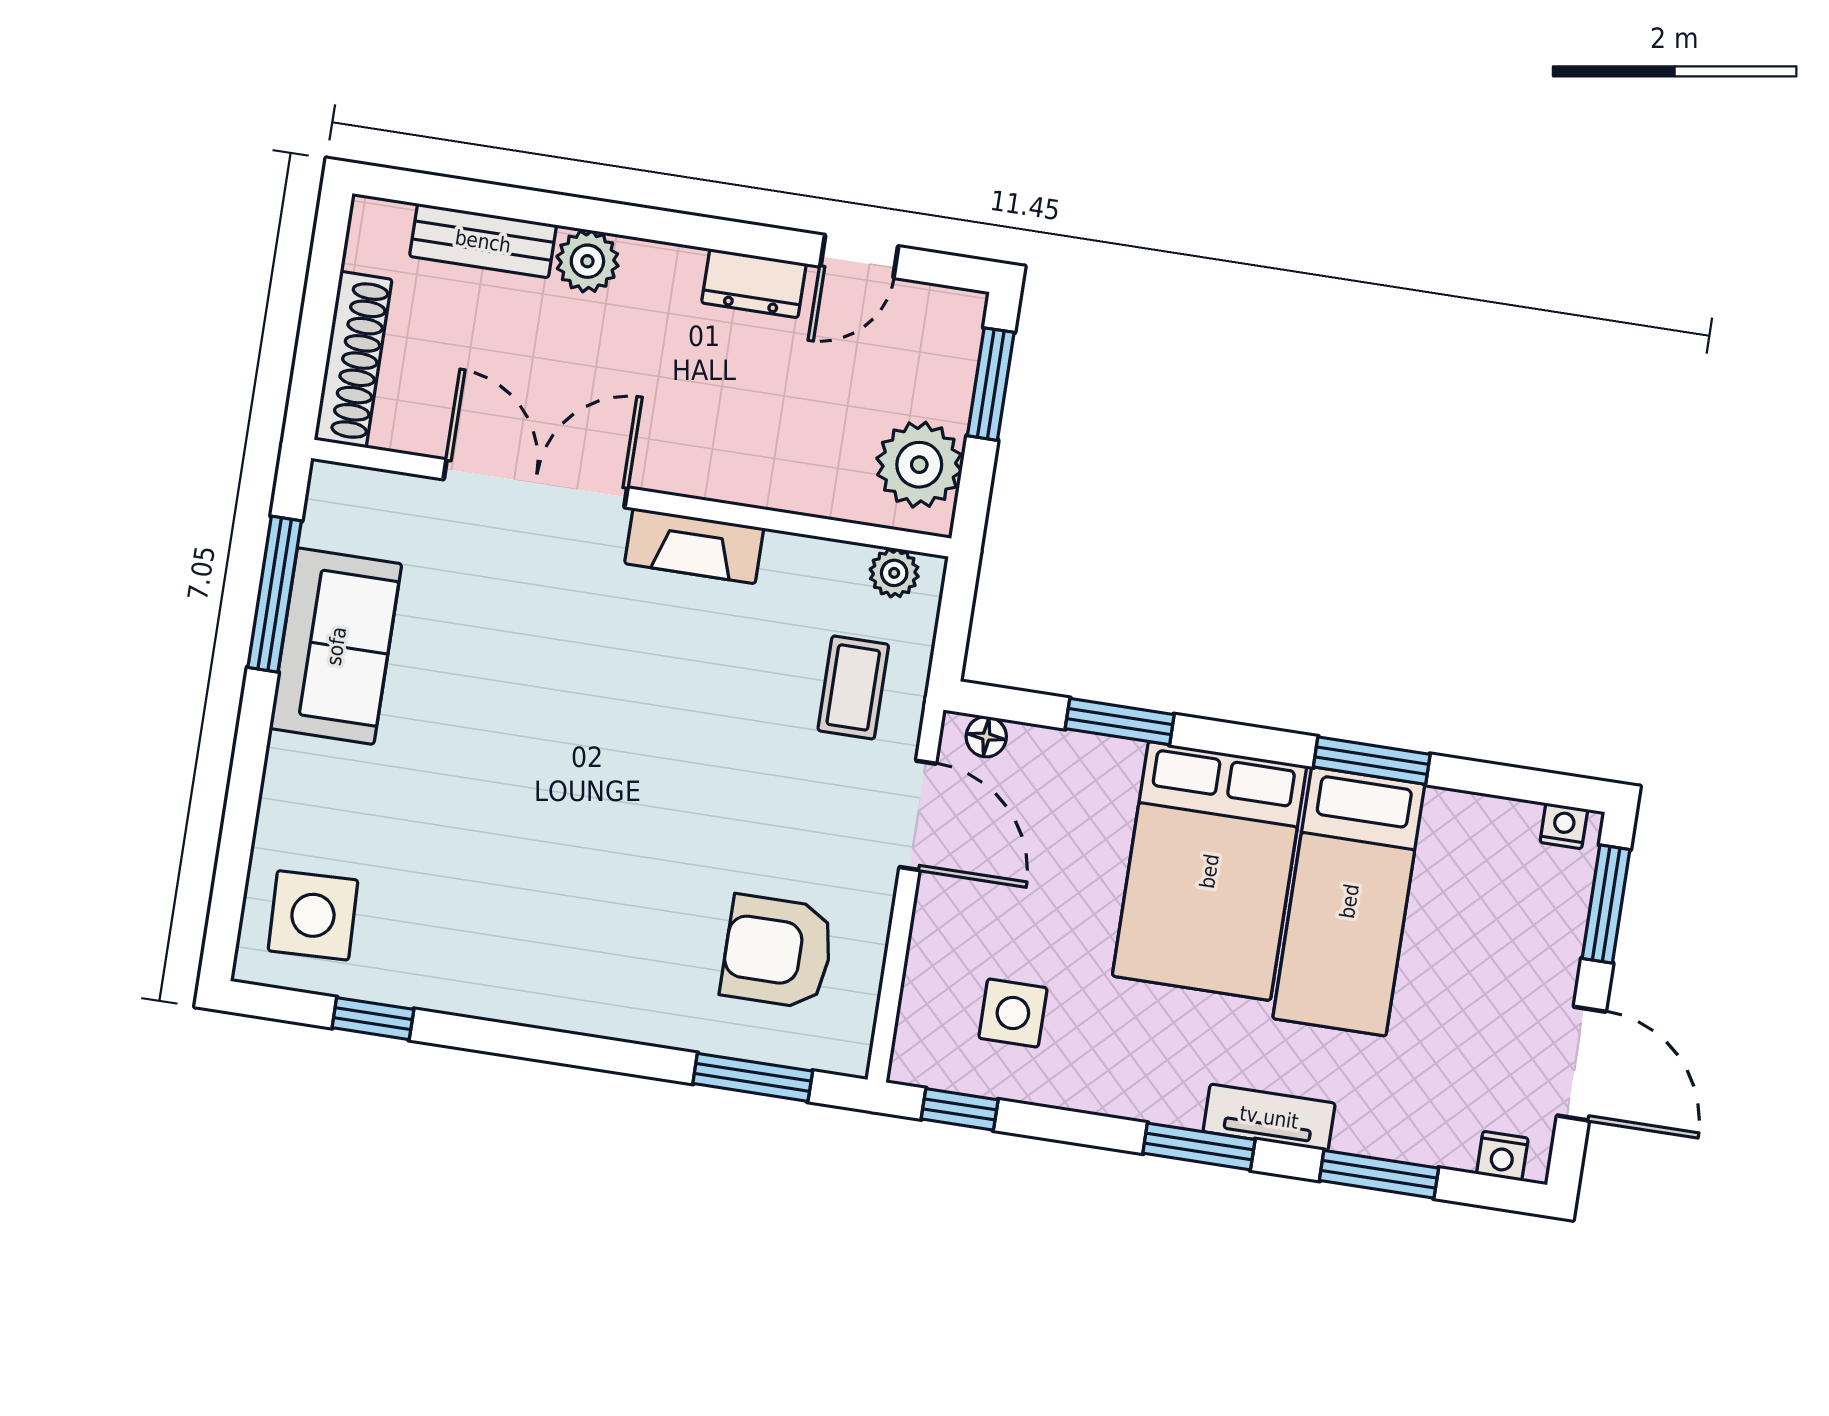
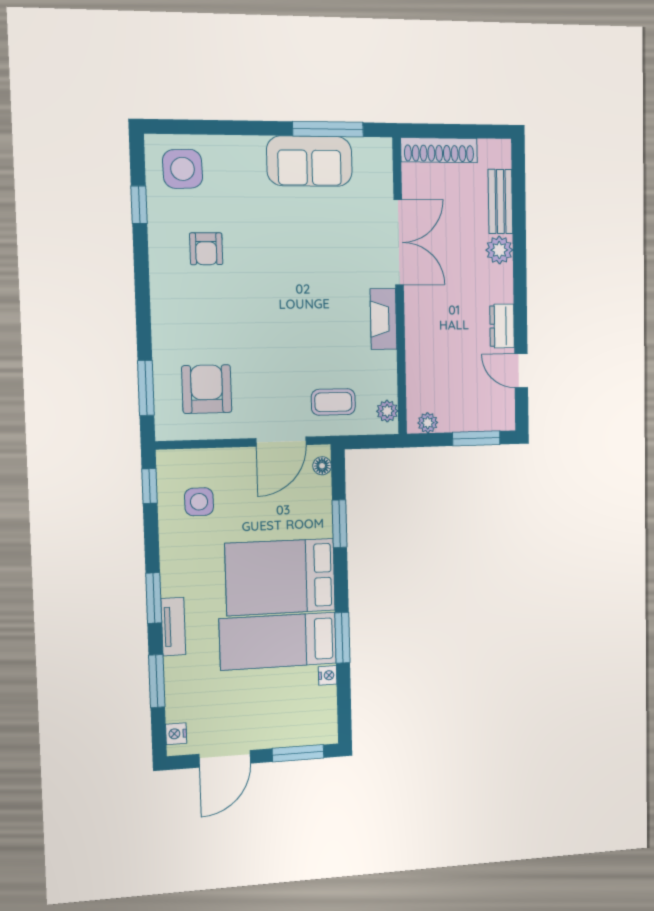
plant: (919, 465) -> (428, 423), width x0.53, depth x0.53
nightstand: (1564, 826) -> (328, 675), moved
armchair: (485, 898) -> (206, 249), added

